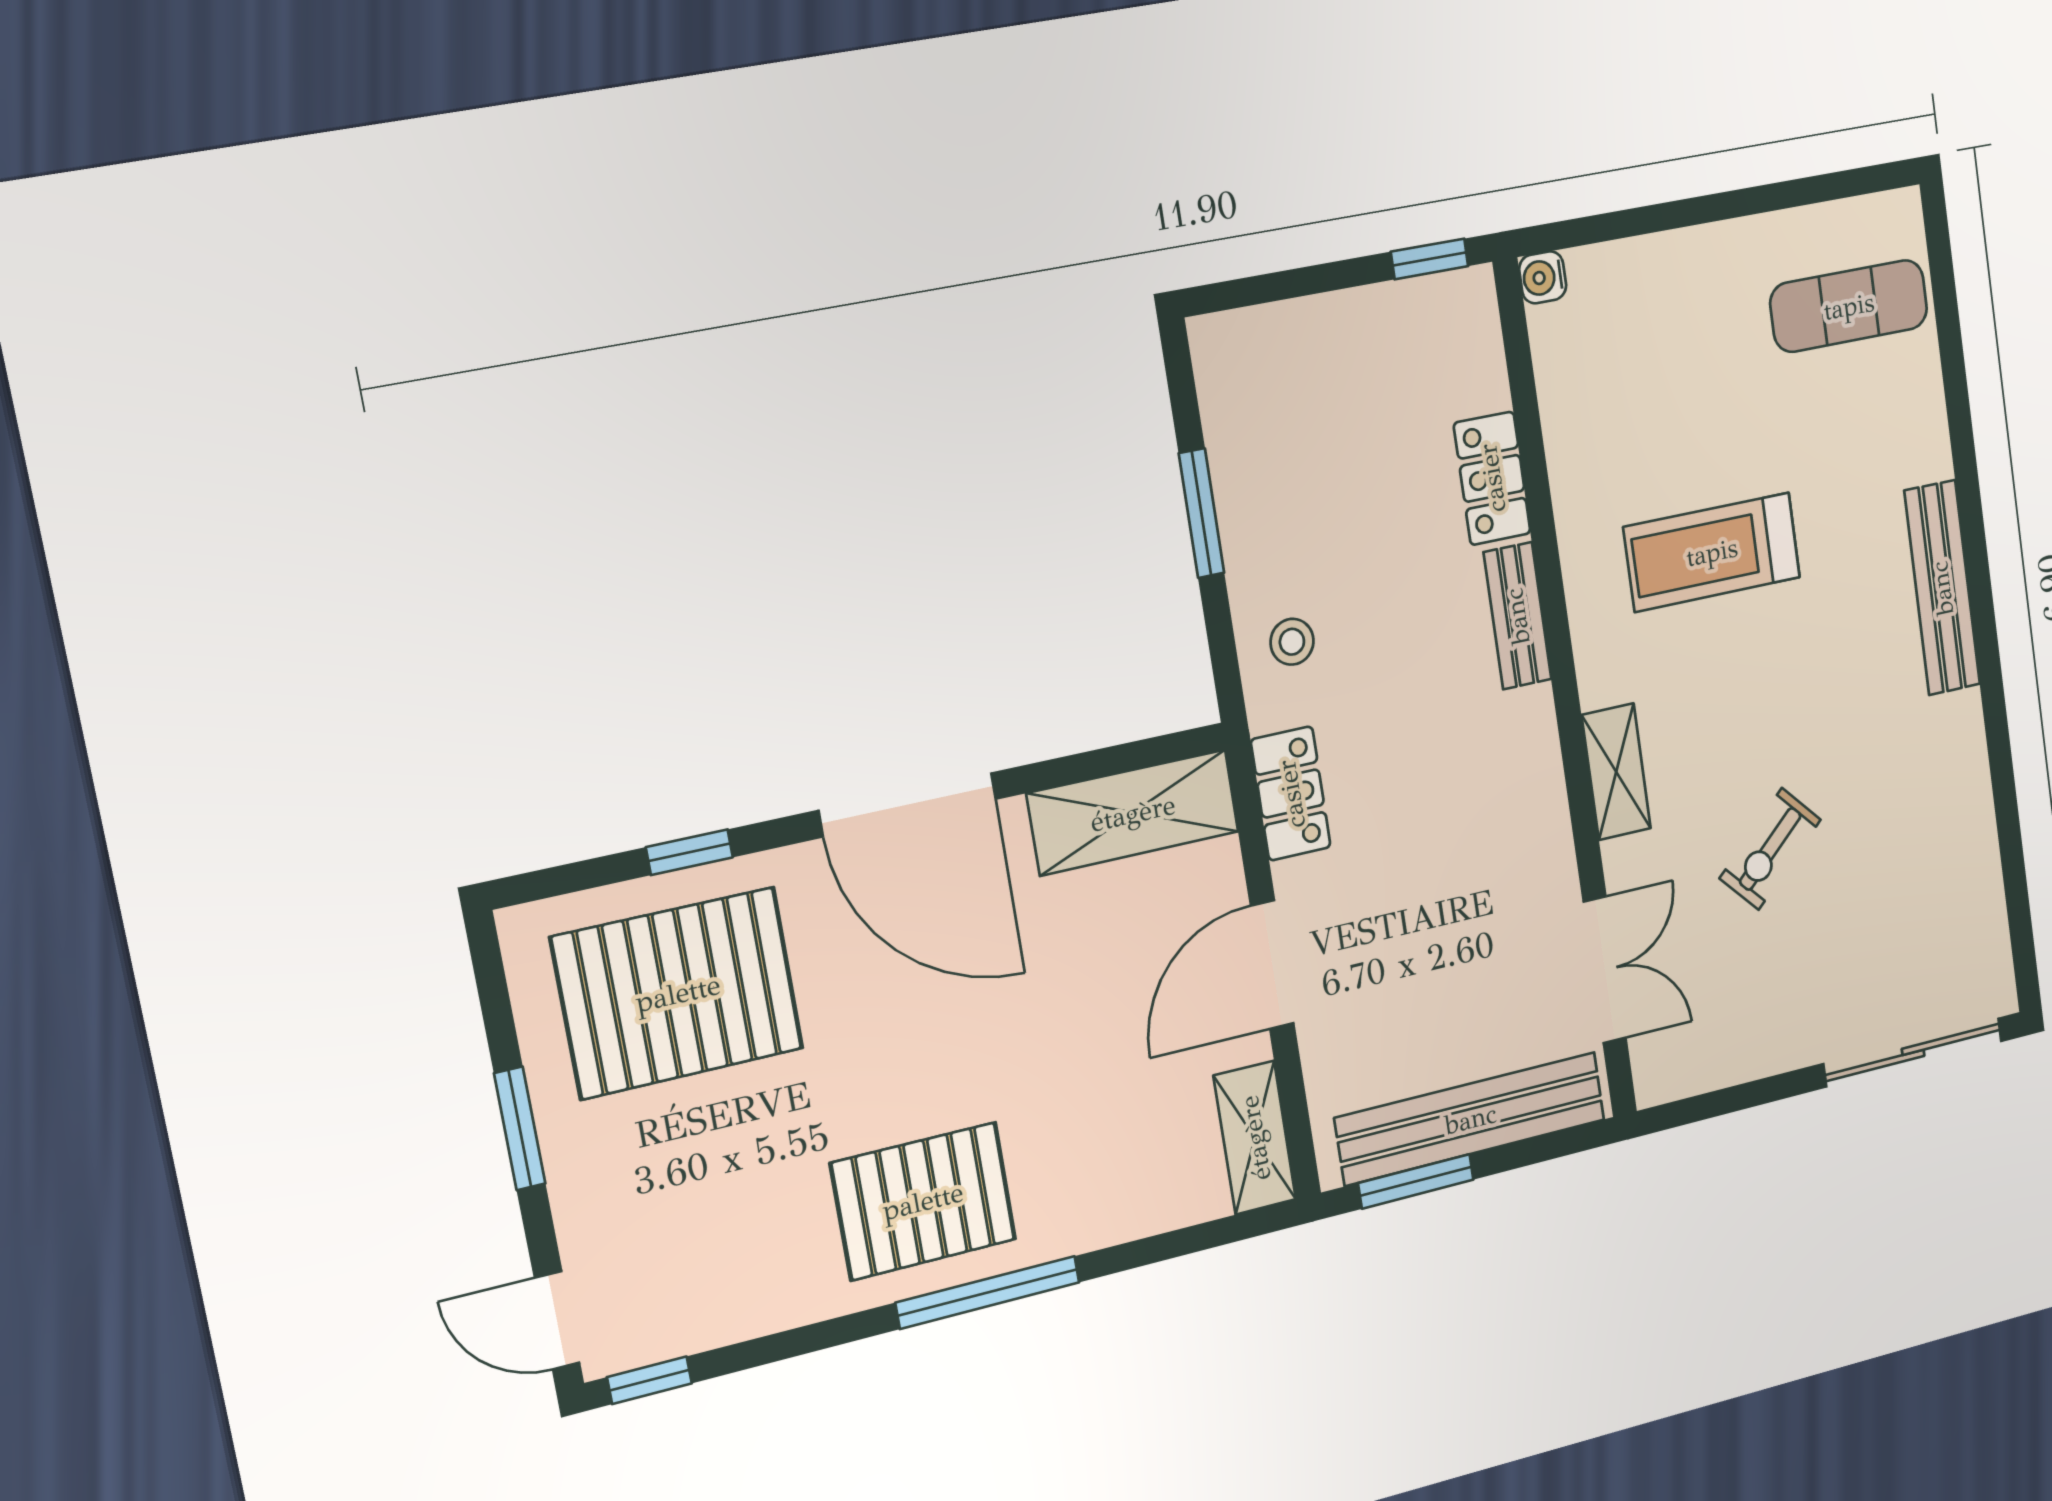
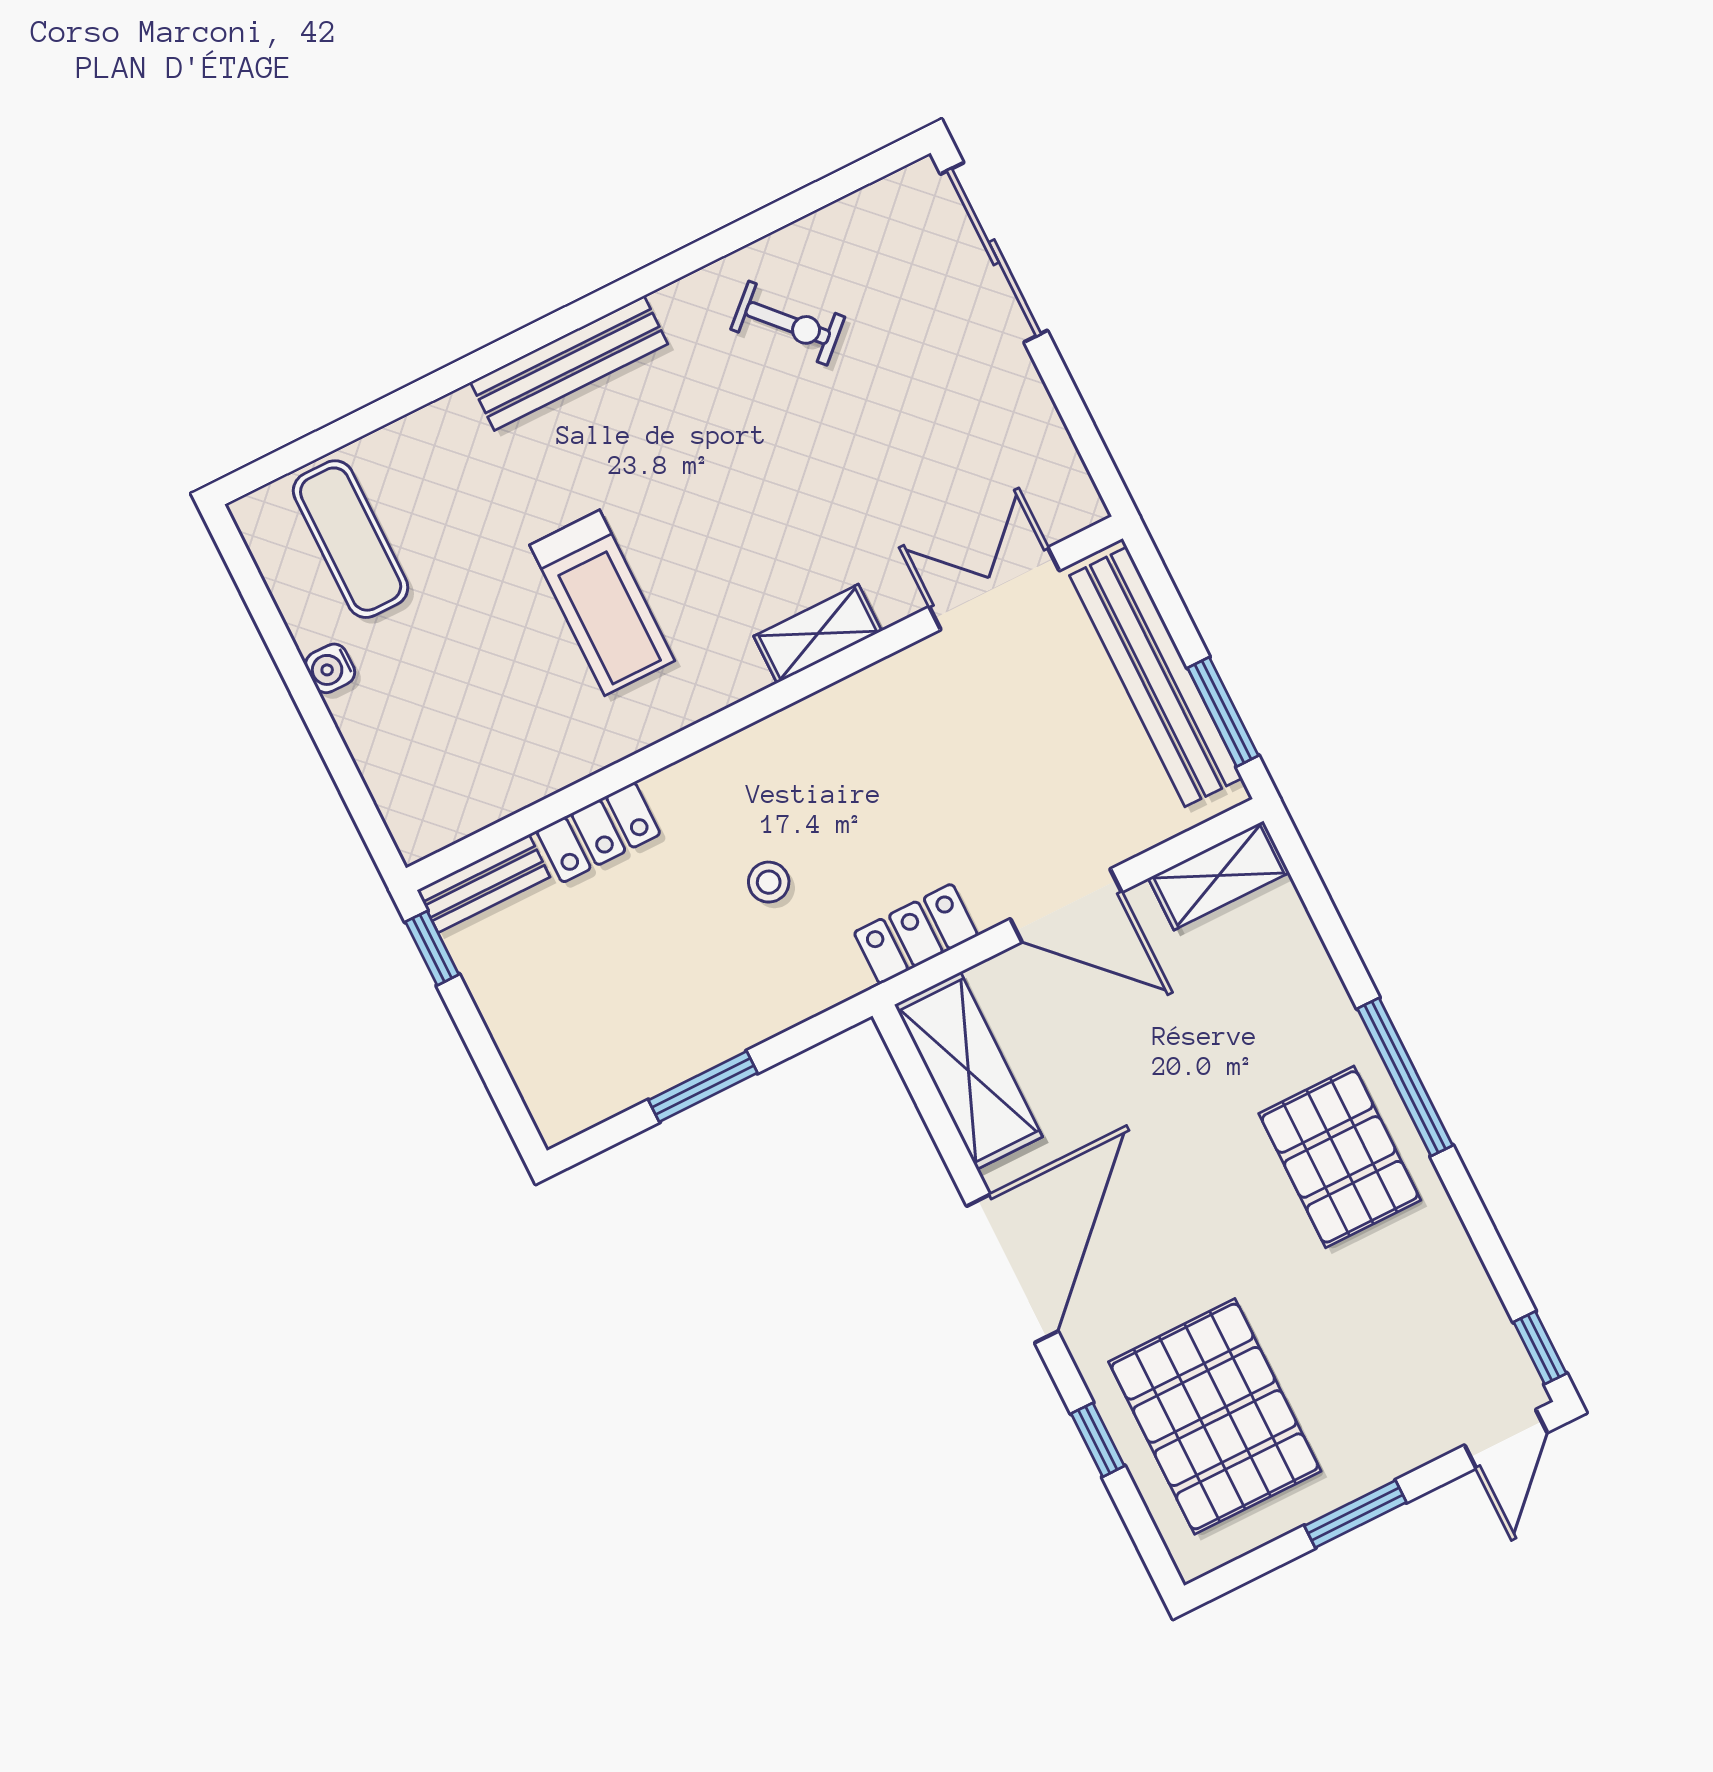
water cooler: (1543, 277) -> (330, 668), moved, turned 90
bench: (1517, 616) -> (483, 884), moved
stool: (1292, 642) -> (769, 882), moved
exercise bike: (1770, 849) -> (788, 323), moved

